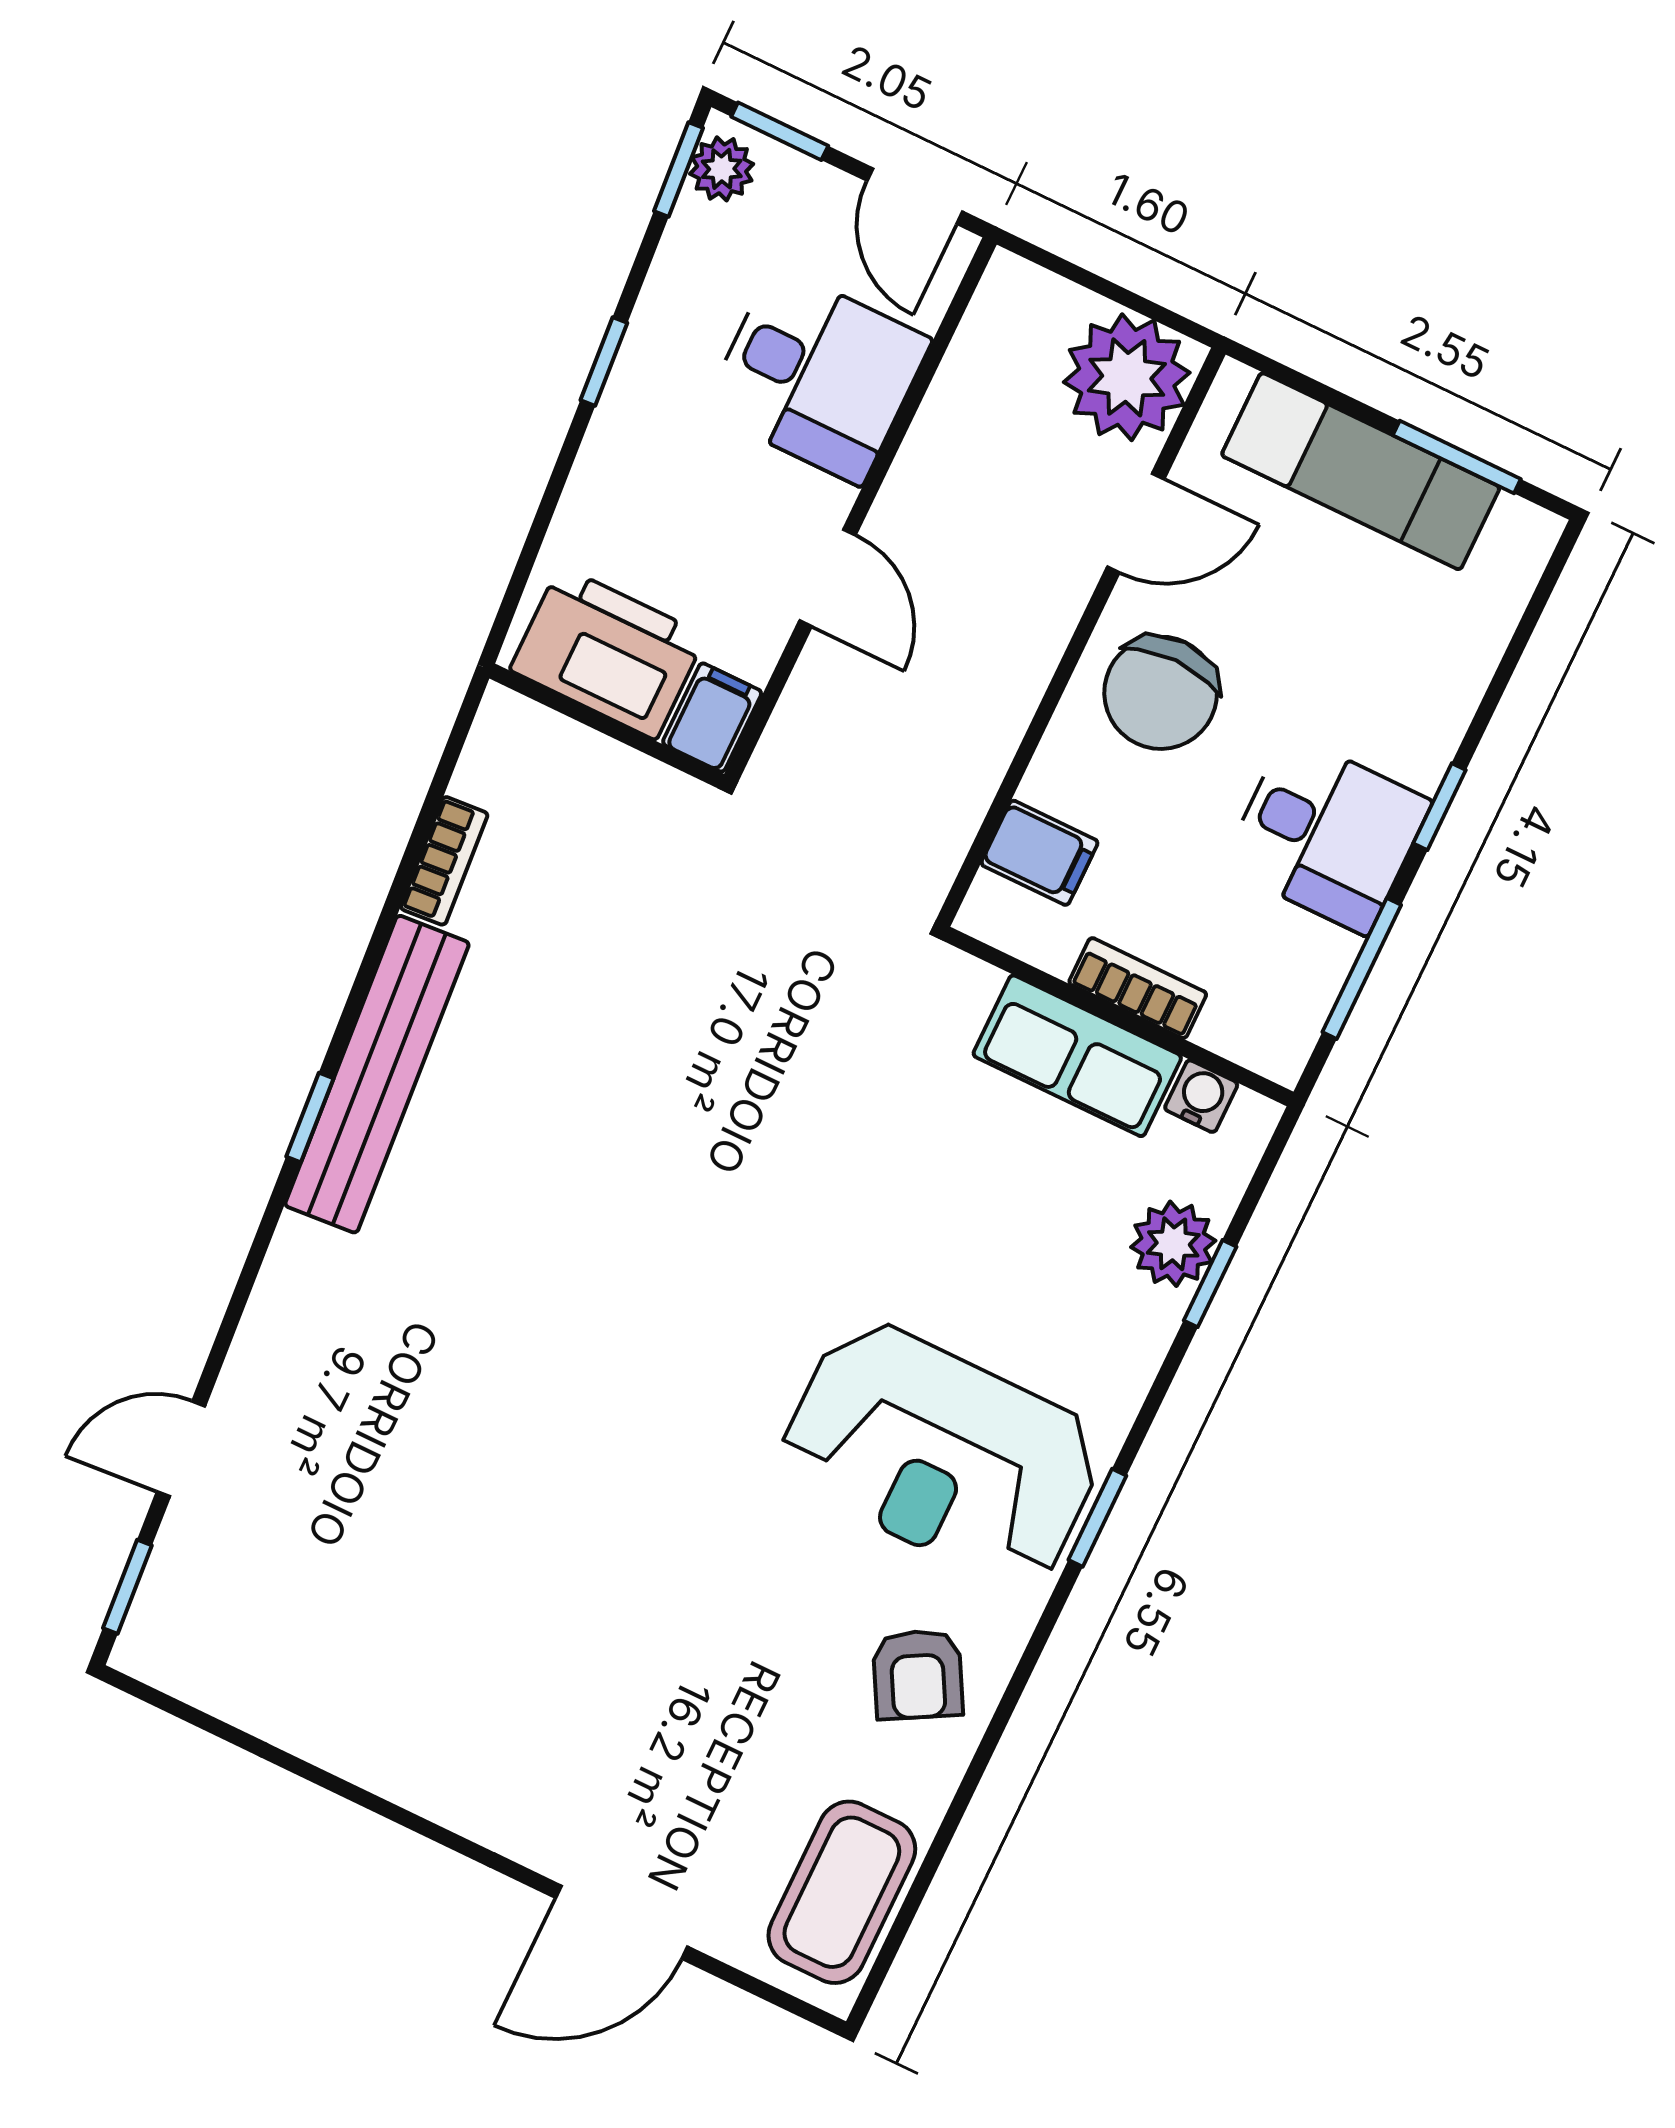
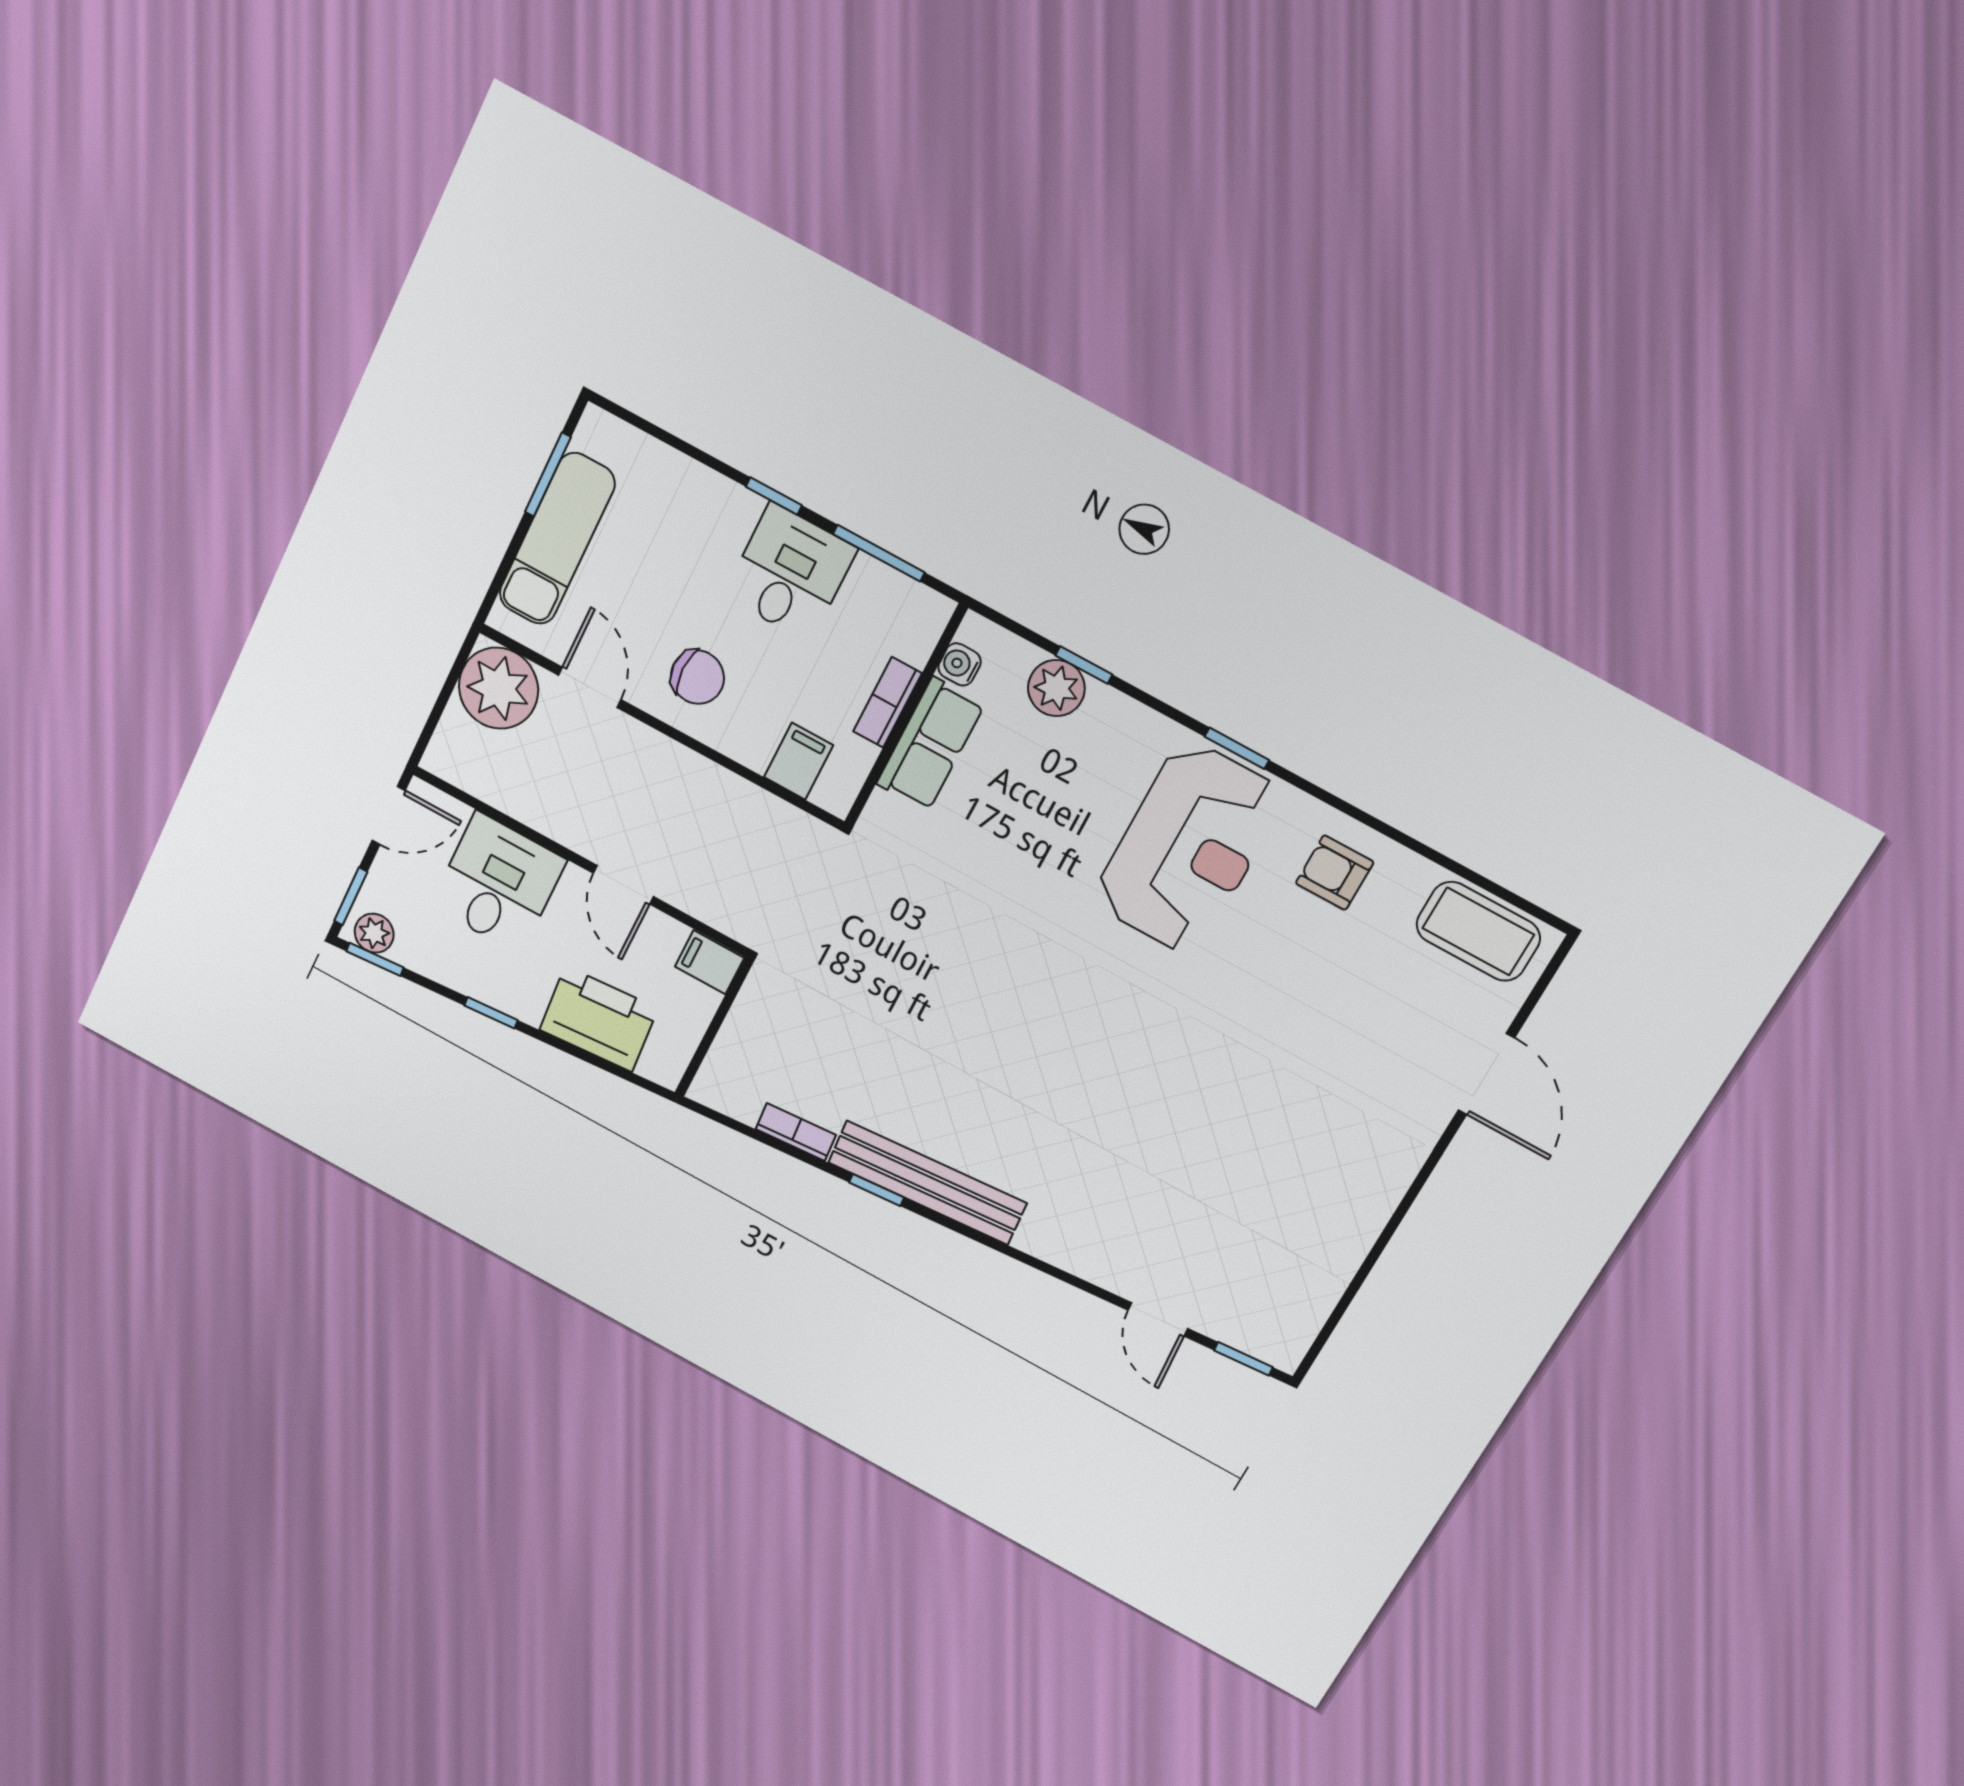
door: (828, 578) -> (623, 885), swing flipped
printer: (608, 653) -> (599, 1019), moved, turned 86
chair: (1161, 693) -> (697, 677), width x0.73, depth x0.73
window: (310, 1118) -> (877, 1190), moved
armchair: (918, 1674) -> (1335, 873), turned -151

